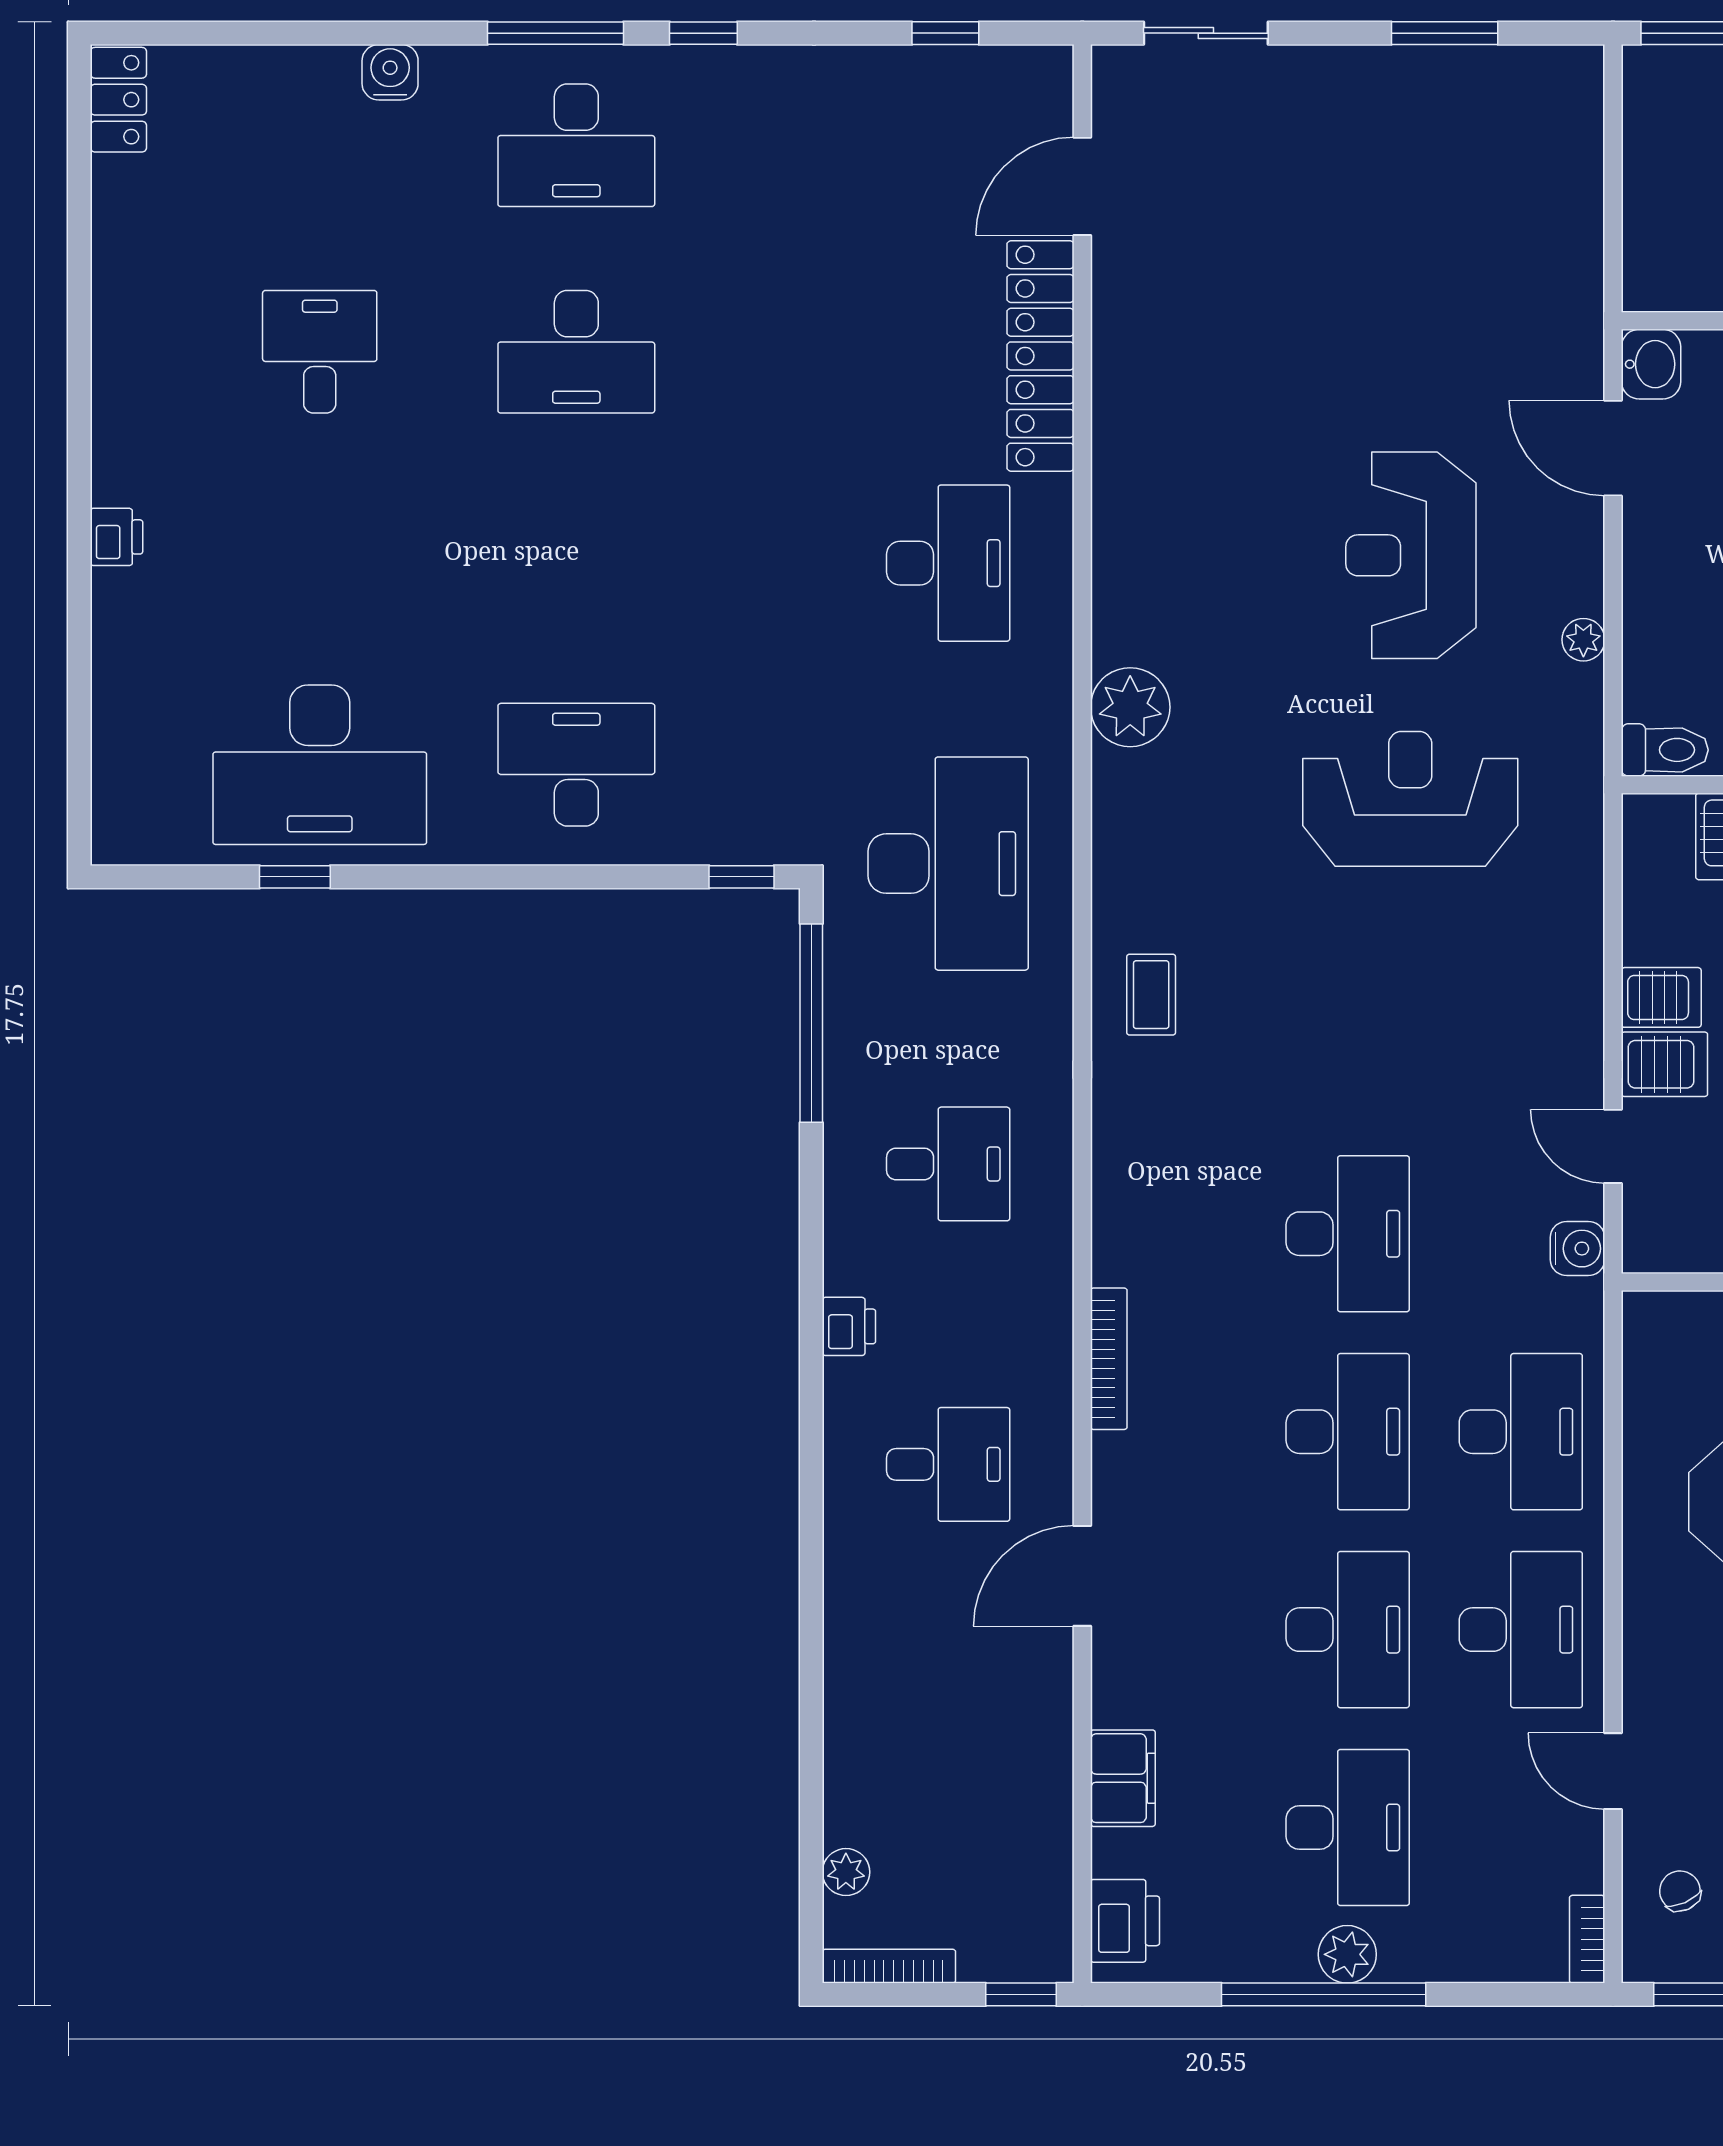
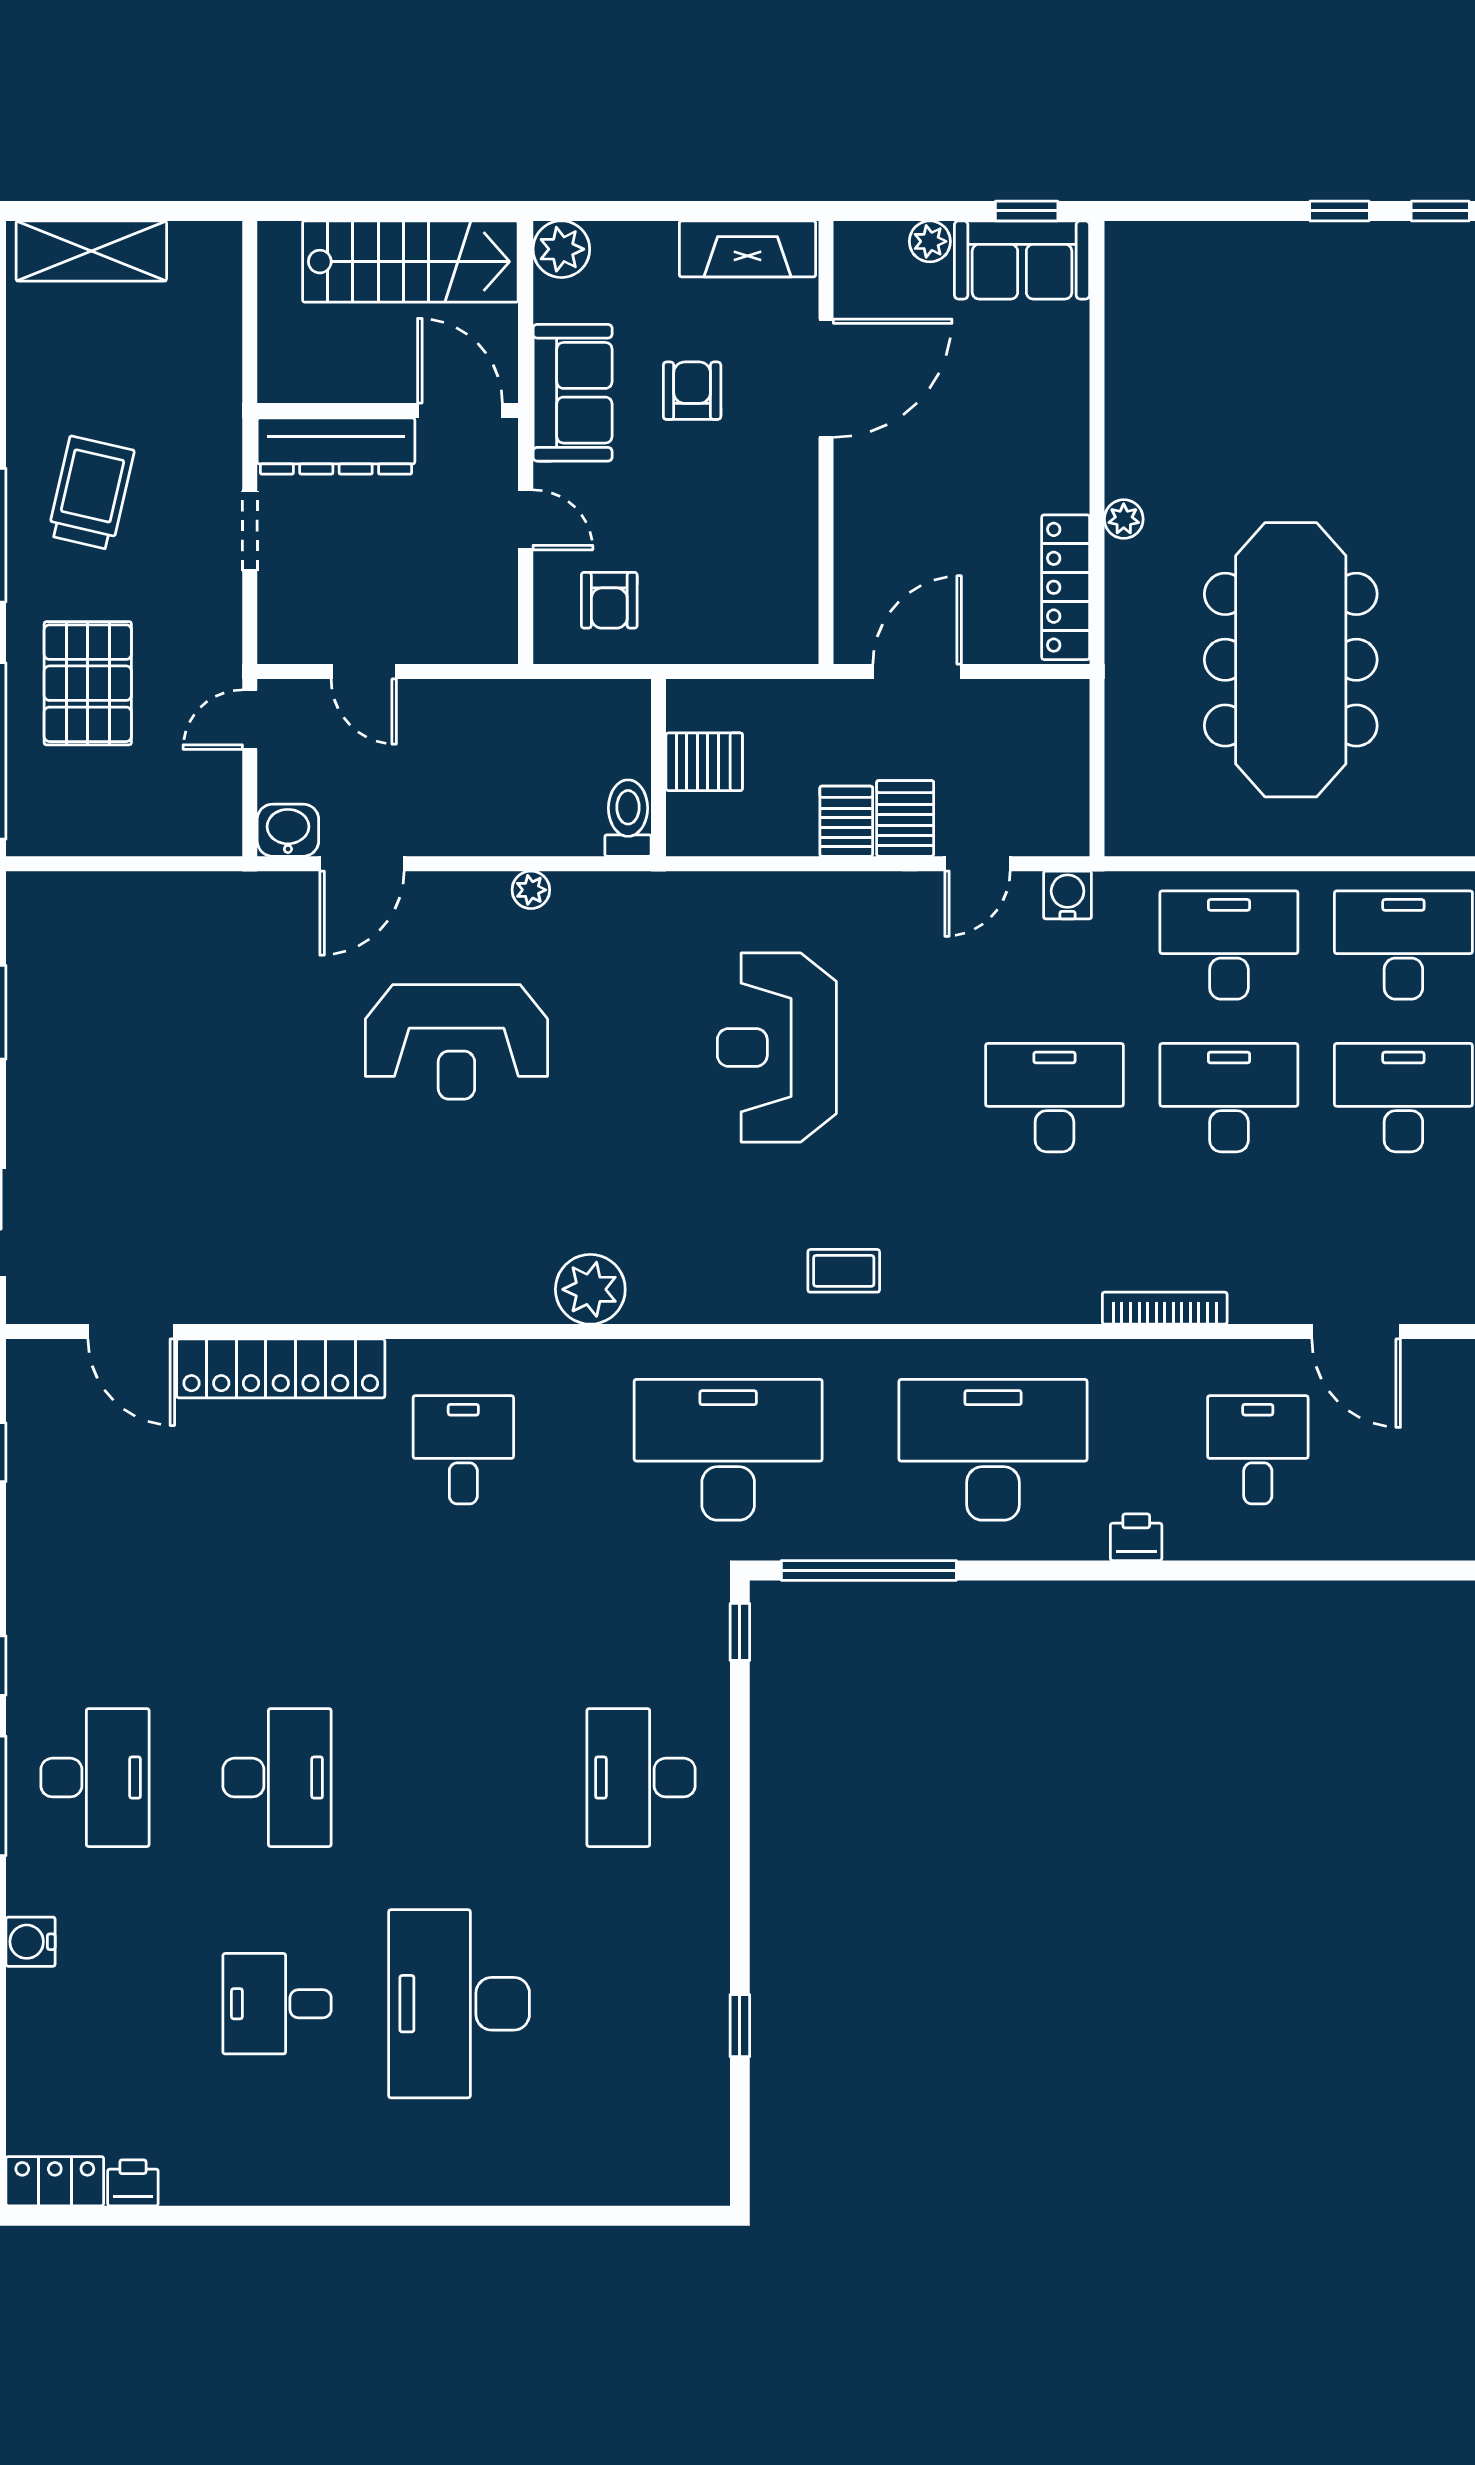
printer: (116, 537) -> (133, 2183), moved
desk: (948, 563) -> (463, 1450), width x0.73
desk: (320, 765) -> (459, 2004), moved, turned 180
reception desk: (1410, 799) -> (777, 1047), moved
desk: (948, 1164) -> (993, 1450), width x1.87, depth x1.30

